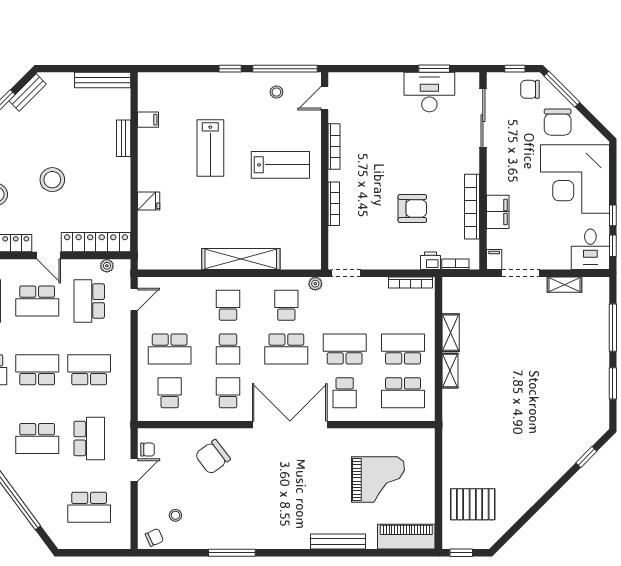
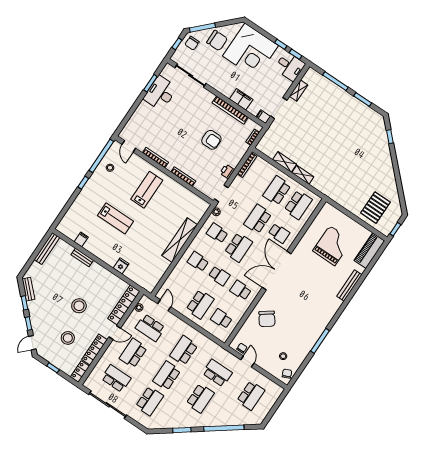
armchair: (412, 209) -> (211, 140), turned 90
printer: (431, 261) -> (227, 172), moved
school desk: (37, 301) -> (133, 353), turned 180

